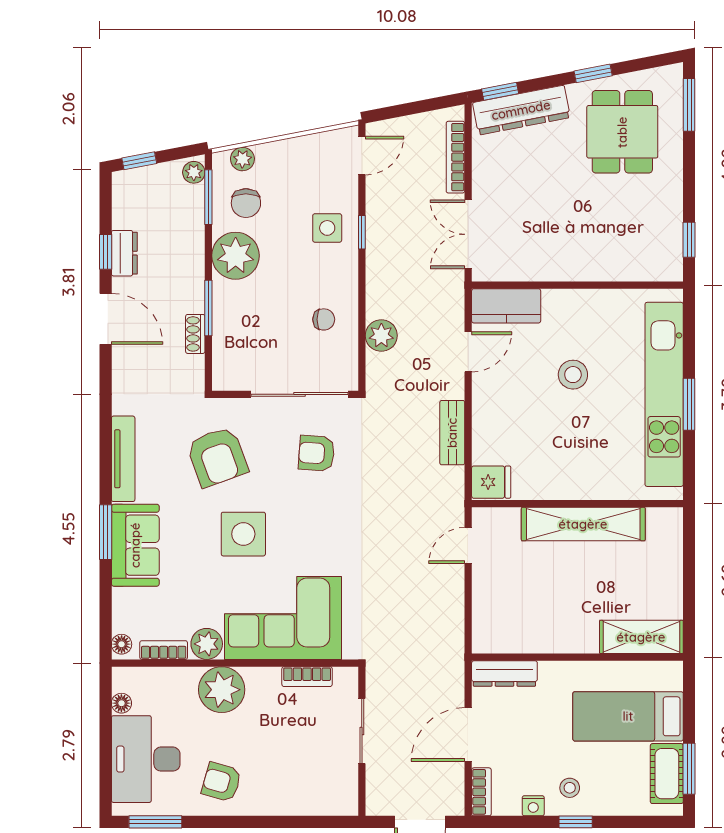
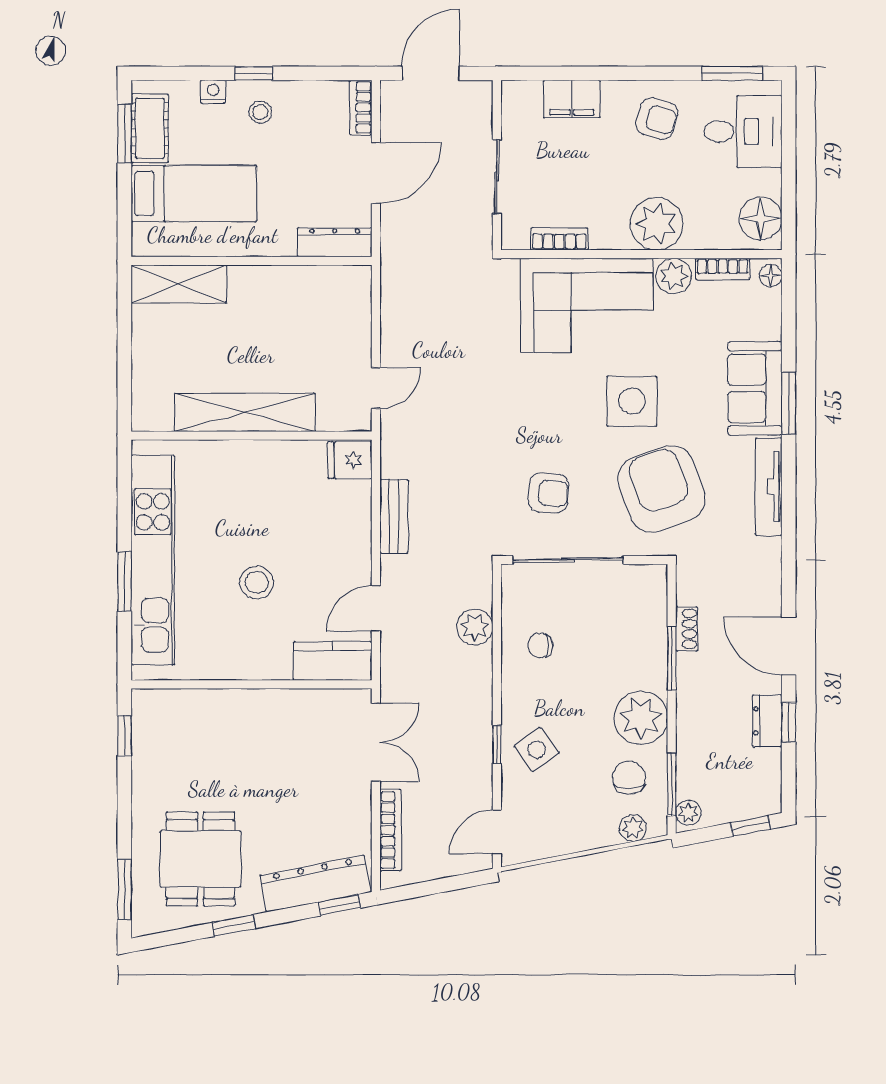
side table: (327, 228) -> (536, 749), turned -36
window: (689, 404) -> (124, 582), moved
armchair: (217, 457) -> (662, 489), width x1.36, depth x1.36
floor lamp: (121, 703) -> (761, 219), width x1.89, depth x1.89
desk: (146, 759) -> (743, 131), width x0.73
filing cabinet: (296, 799) -> (572, 99), added
nightstand: (533, 806) -> (213, 92), moved

